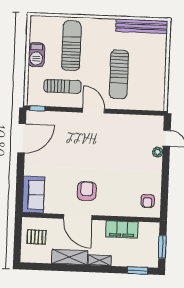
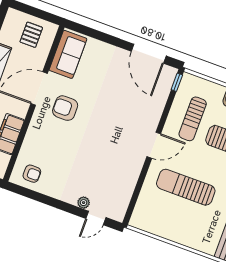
armchair: (87, 191) -> (65, 108), turned 180
sofa: (33, 195) -> (68, 54), moved, turned -90
armchair: (148, 201) -> (32, 174), turned 180

